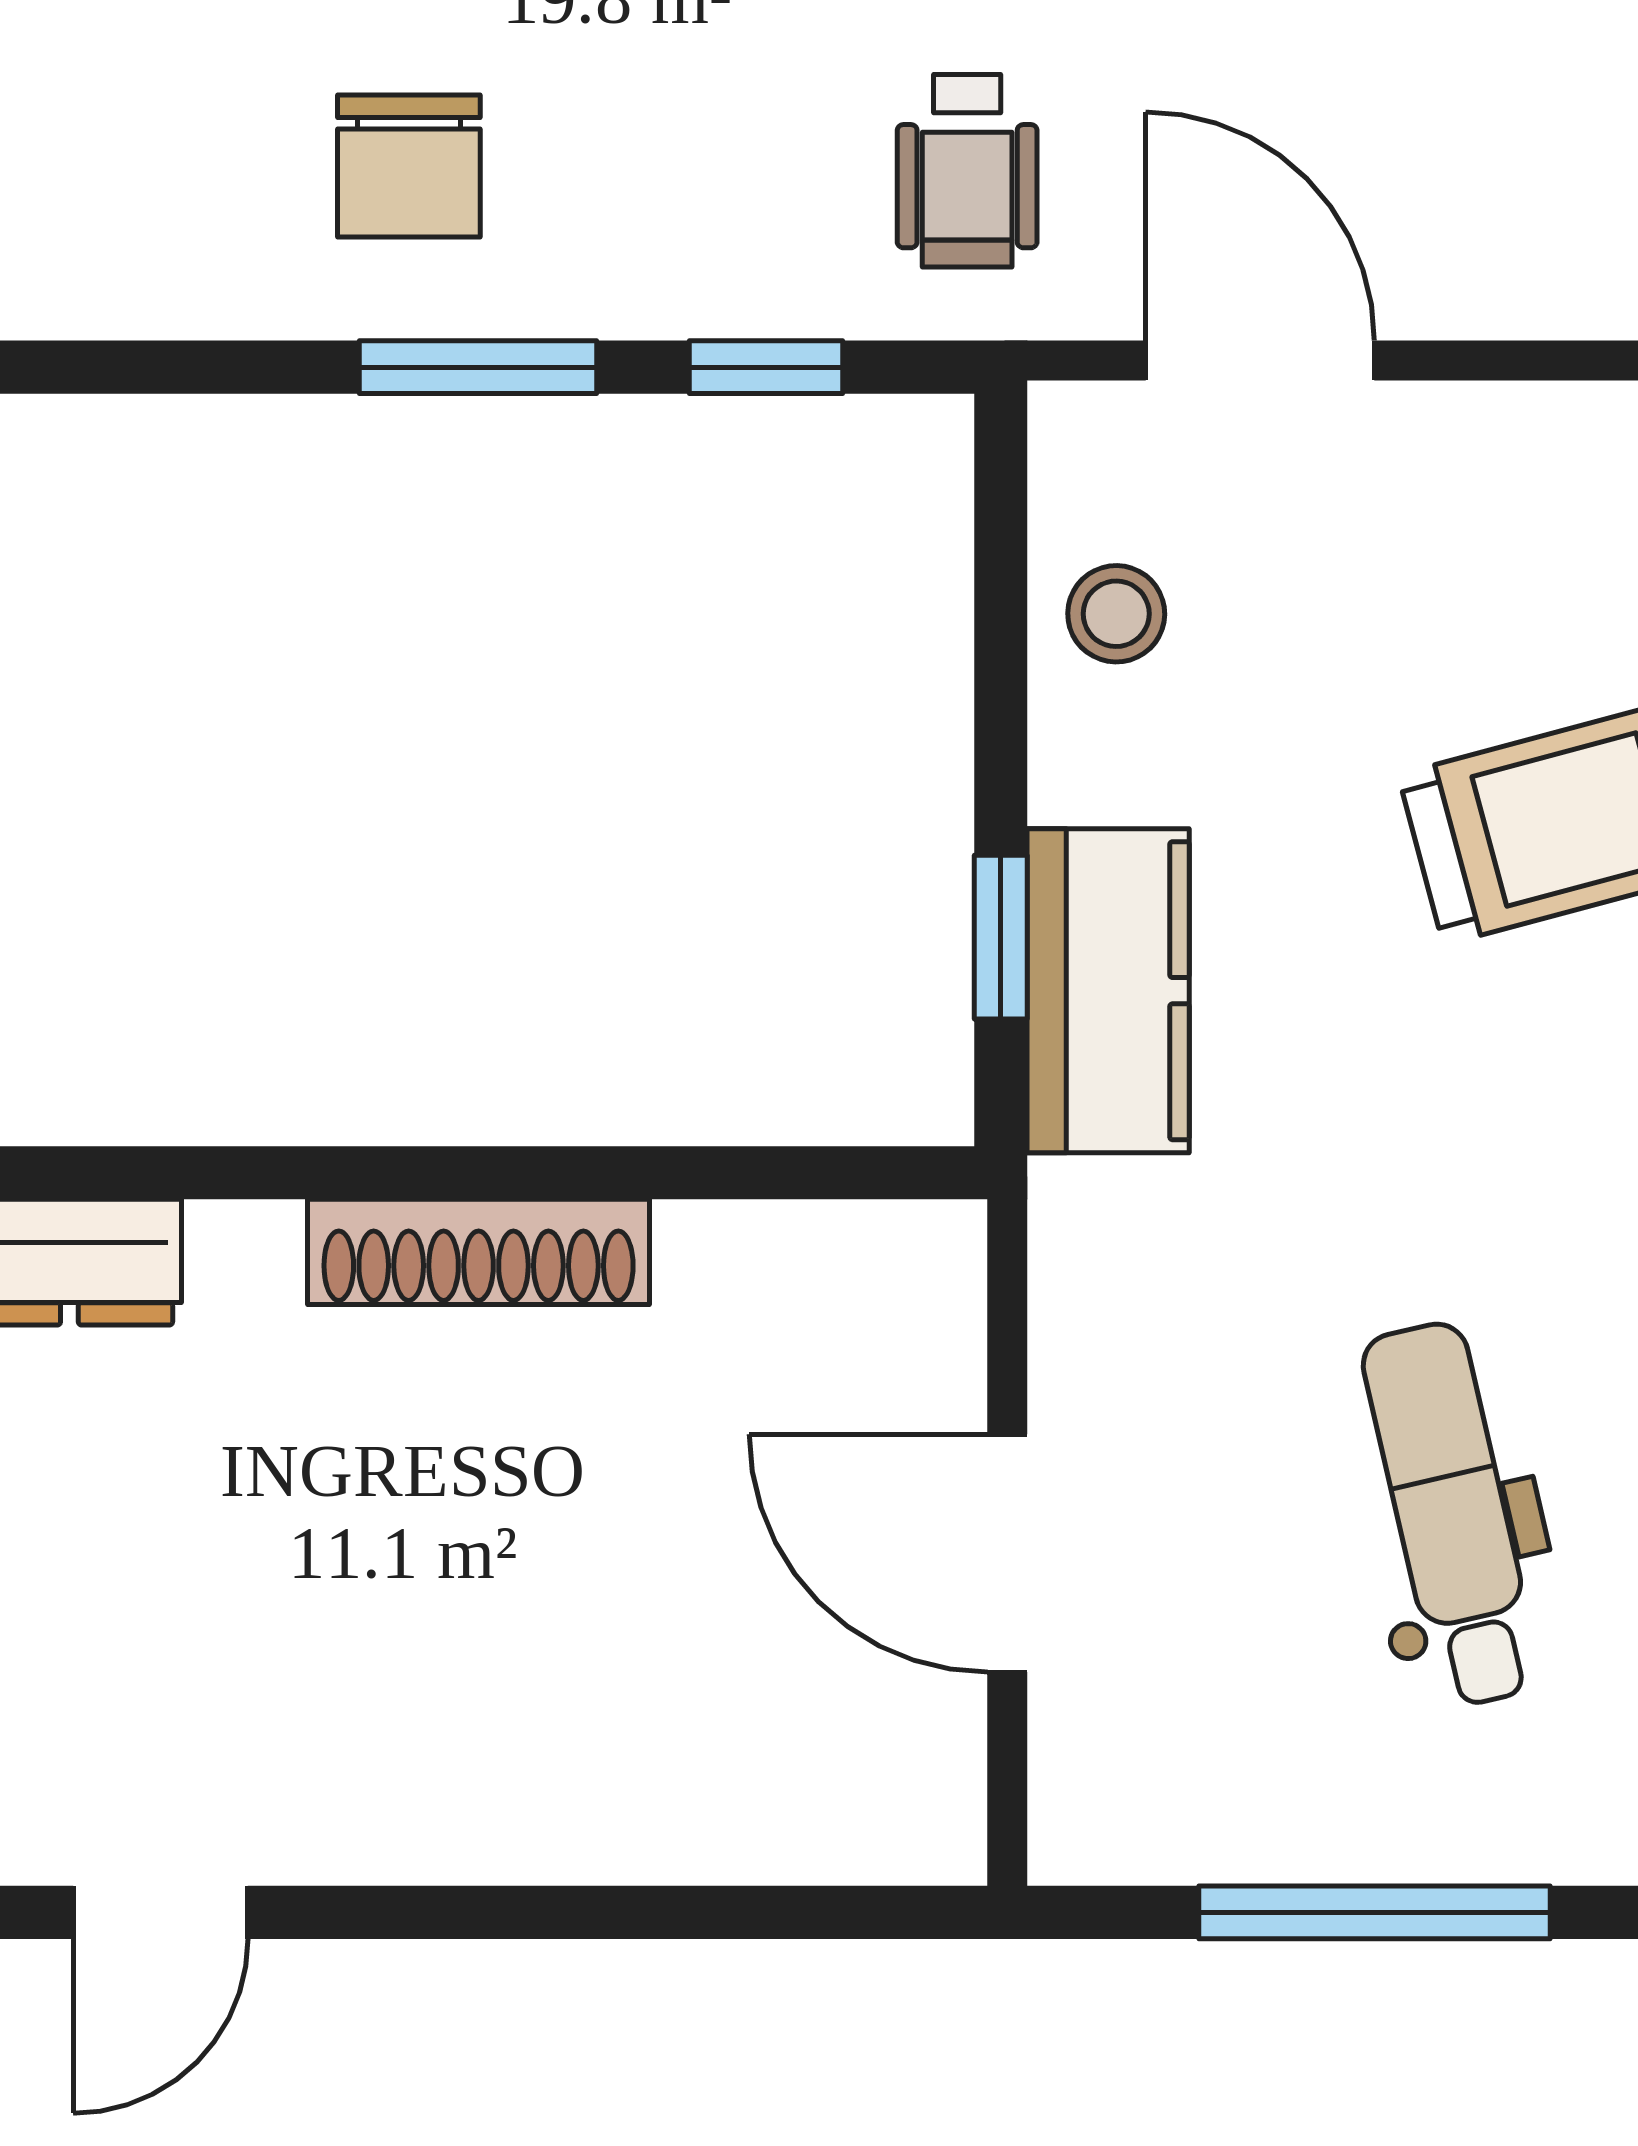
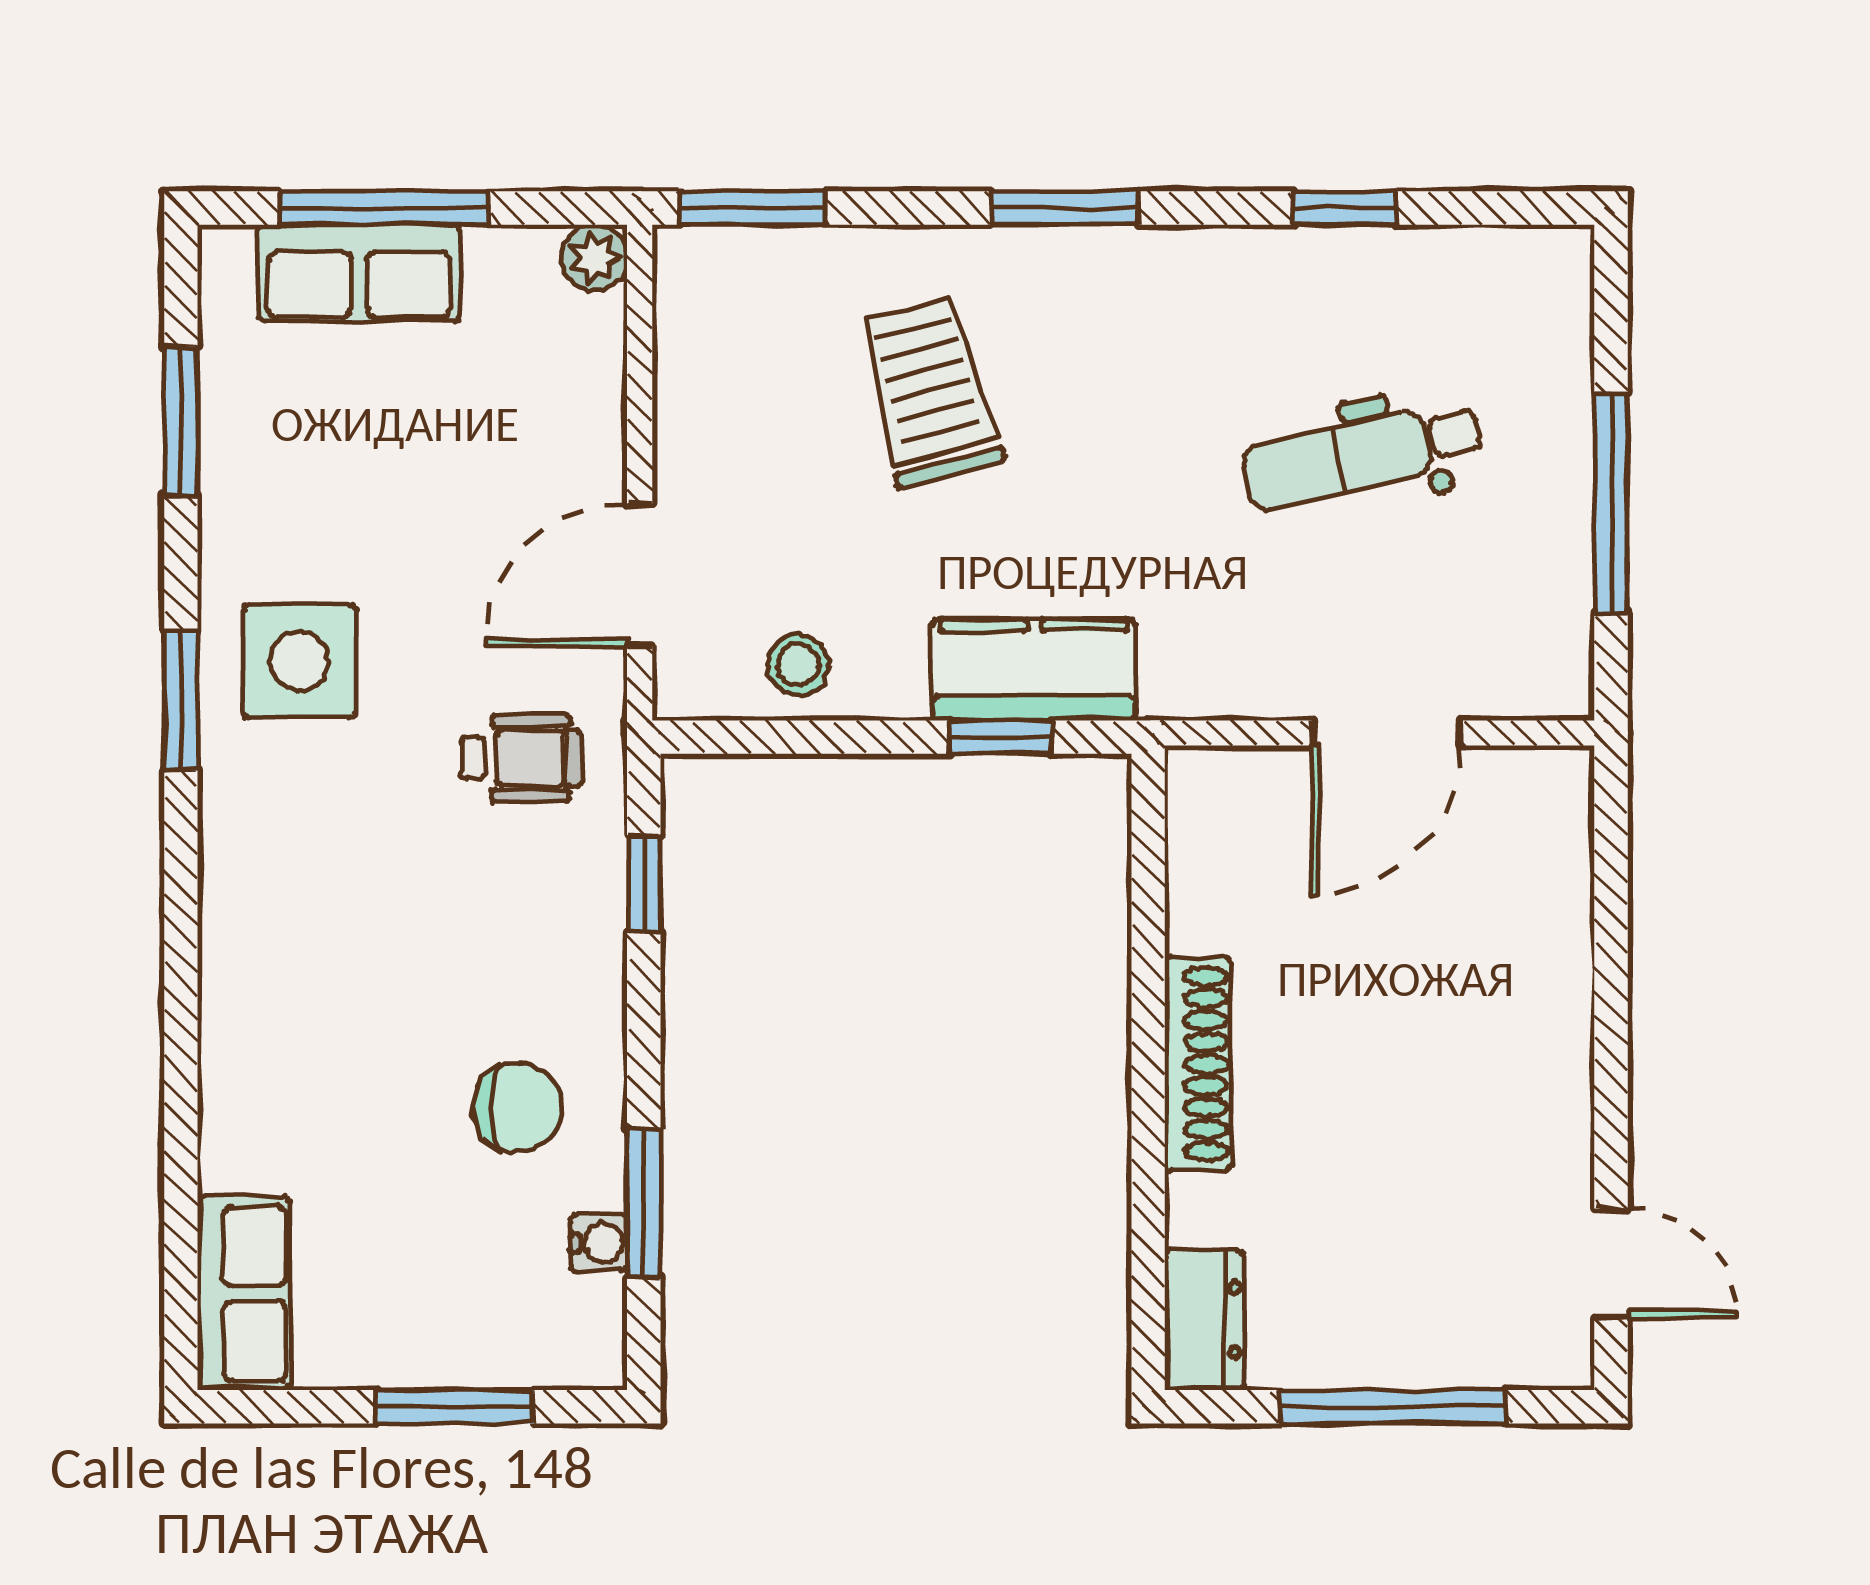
water cooler: (193, 295) -> (599, 1243), added
window: (478, 367) -> (644, 1203), moved

